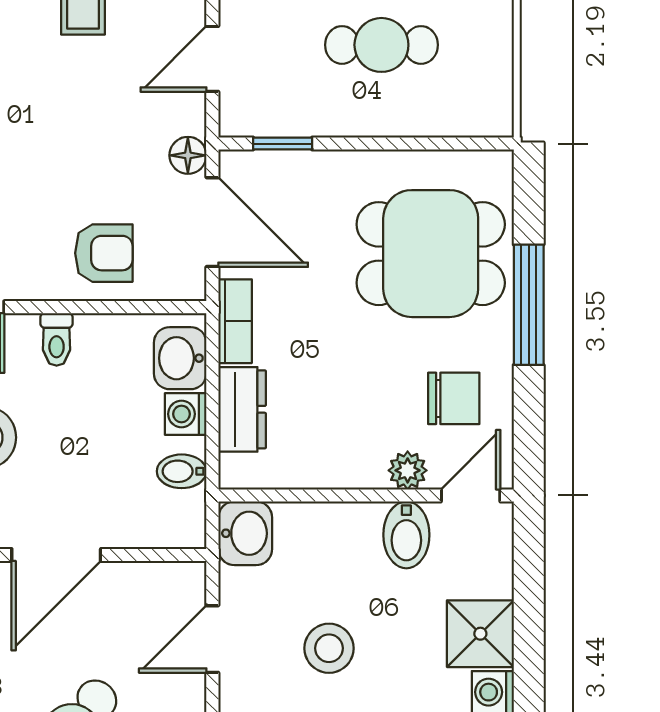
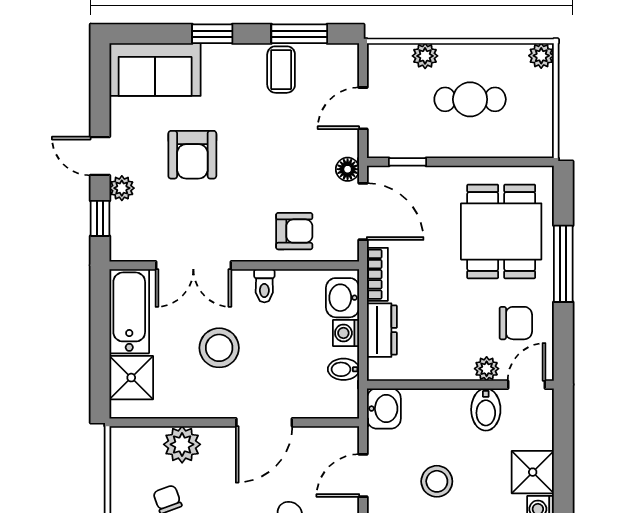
dining table: (431, 254) -> (501, 231), turned 90

